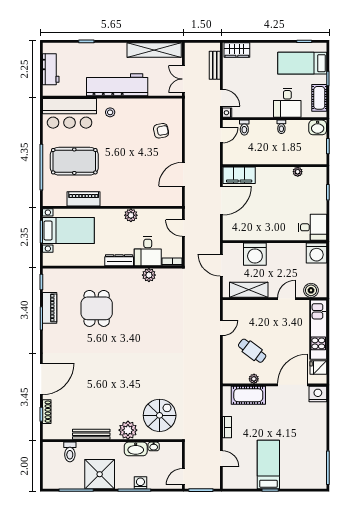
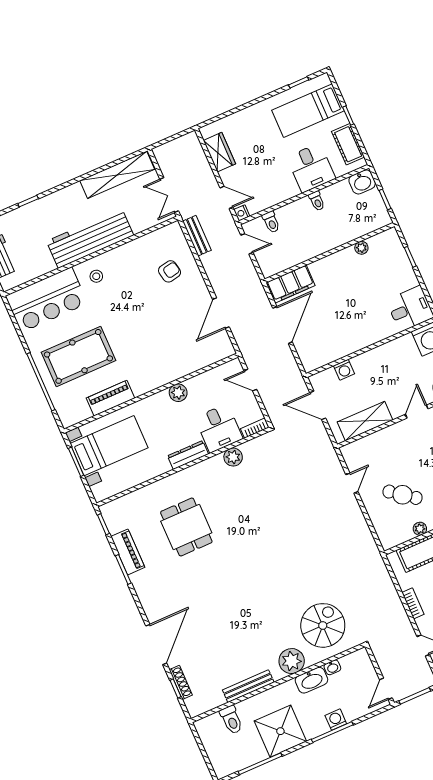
wardrobe: (237, 50) -> (219, 152), moved, turned -90
bench: (215, 65) -> (197, 236), moved
door: (221, 135) -> (247, 244), hinge flipped
washing machine: (255, 254) -> (344, 370), width x0.53, depth x0.53

